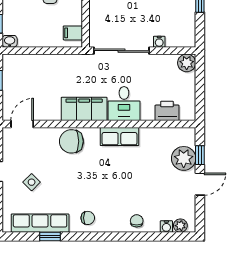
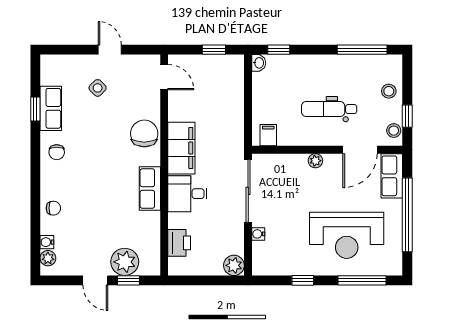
row of seats: (40, 223) -> (51, 108), width x0.68

